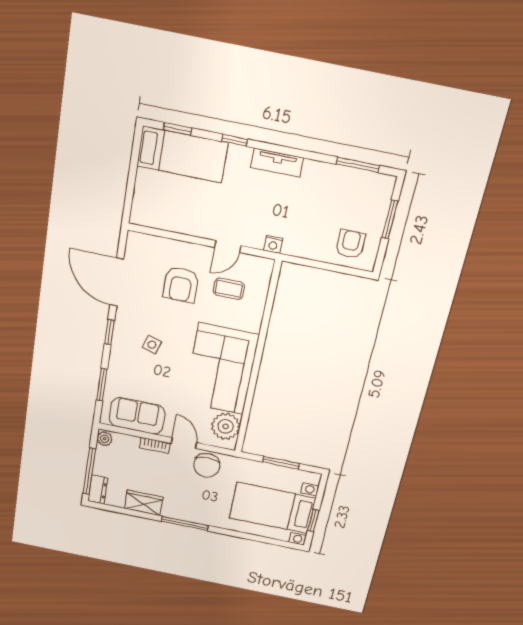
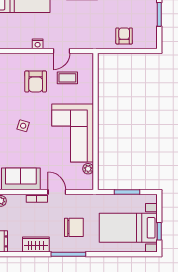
nightstand: (273, 244) -> (38, 44), moved
armchair: (351, 244) -> (124, 36), moved
plant: (226, 426) -> (88, 169), width x0.53, depth x0.53
chair: (207, 465) -> (74, 227), moved, turned -90

